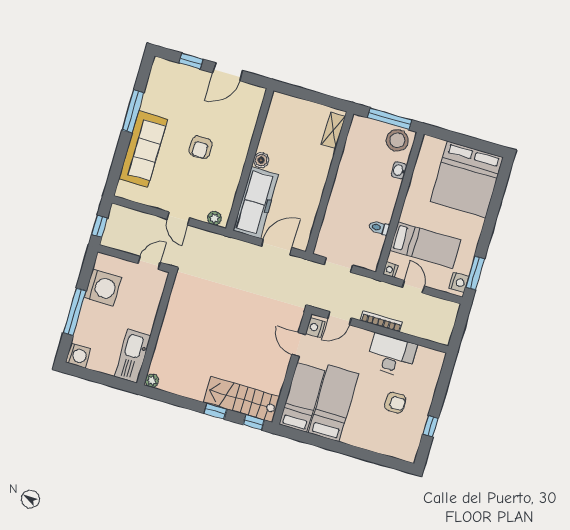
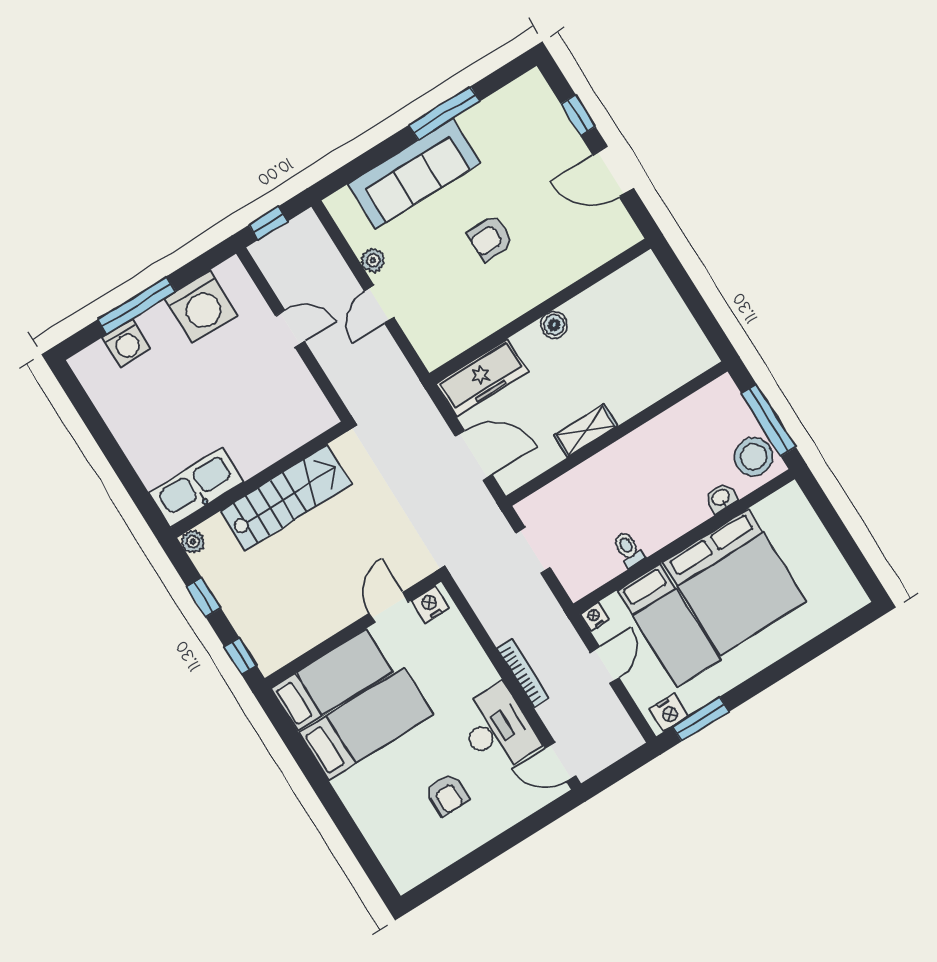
shelving: (333, 130) -> (585, 431), moved
bed: (467, 179) -> (734, 582), moved, turned -90
freezer: (256, 203) -> (482, 377), width x0.73, depth x0.79
plant: (214, 218) -> (373, 260), moved
door: (340, 318) -> (561, 762), moved
wall: (156, 329) -> (259, 480), moved
washing machine: (78, 355) -> (126, 343), moved
kitchen sink: (133, 356) -> (196, 487), moved
plant: (152, 381) -> (193, 542), moved
stairs: (242, 399) -> (286, 498), moved, turned 90
window: (431, 426) -> (465, 866), removed

